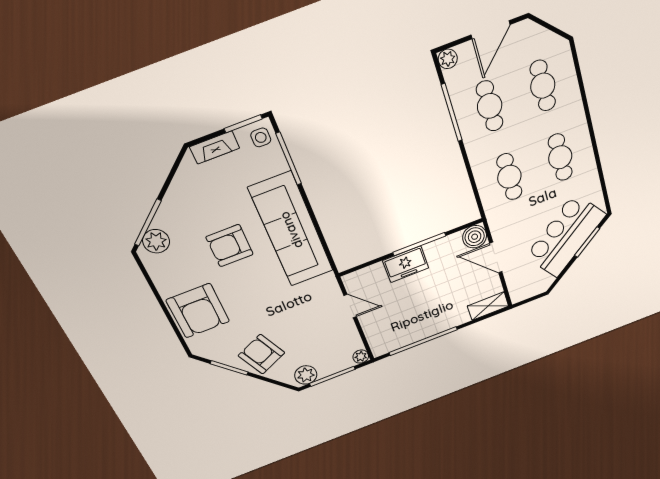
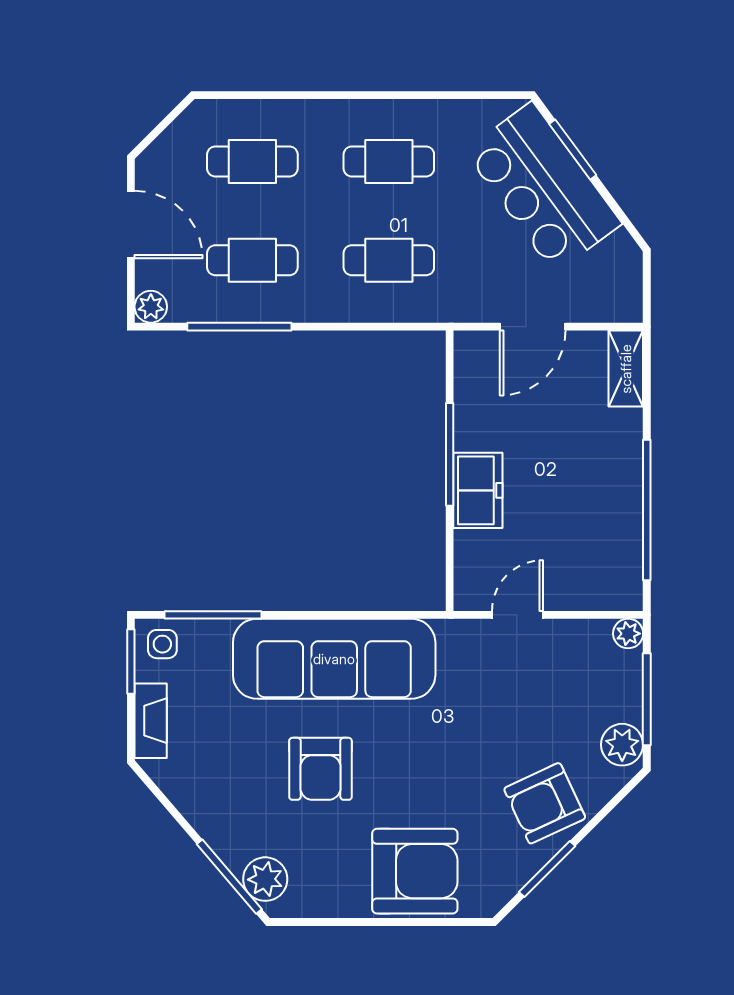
boiler: (475, 237) -> (476, 353), removed

